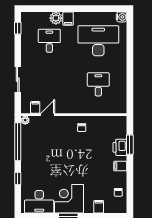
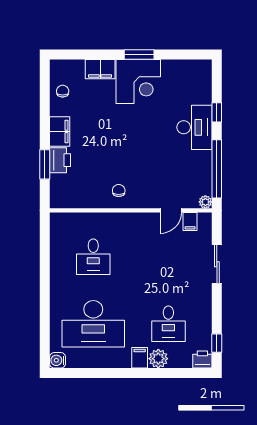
printer: (27, 17) -> (202, 359), added
filing cabinet: (120, 166) -> (60, 131), width x2.00
desk: (39, 202) -> (194, 127), moved, turned 90
filing cabinet: (99, 207) -> (100, 69), width x2.00

